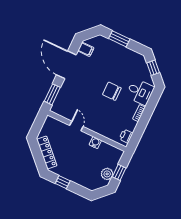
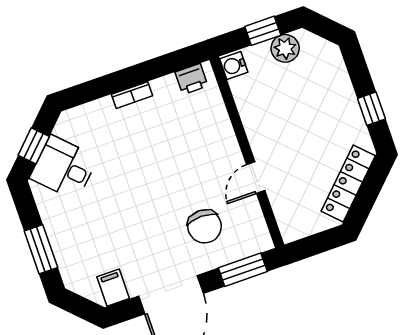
chair: (112, 91) -> (205, 226), moved
desk: (140, 92) -> (64, 168), moved, turned -45
water cooler: (95, 143) -> (234, 65), moved

